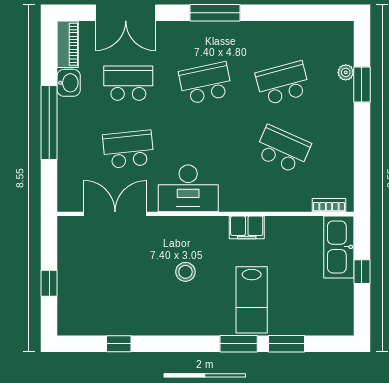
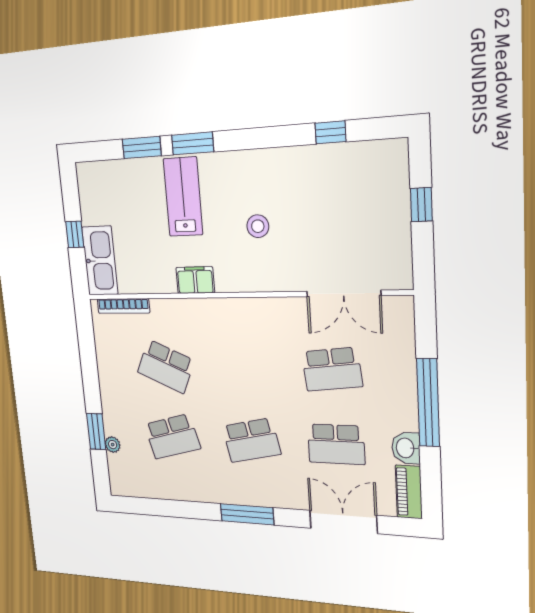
desk: (188, 188) -> (262, 324), removed
bookcase: (329, 205) -> (123, 306), width x1.56

